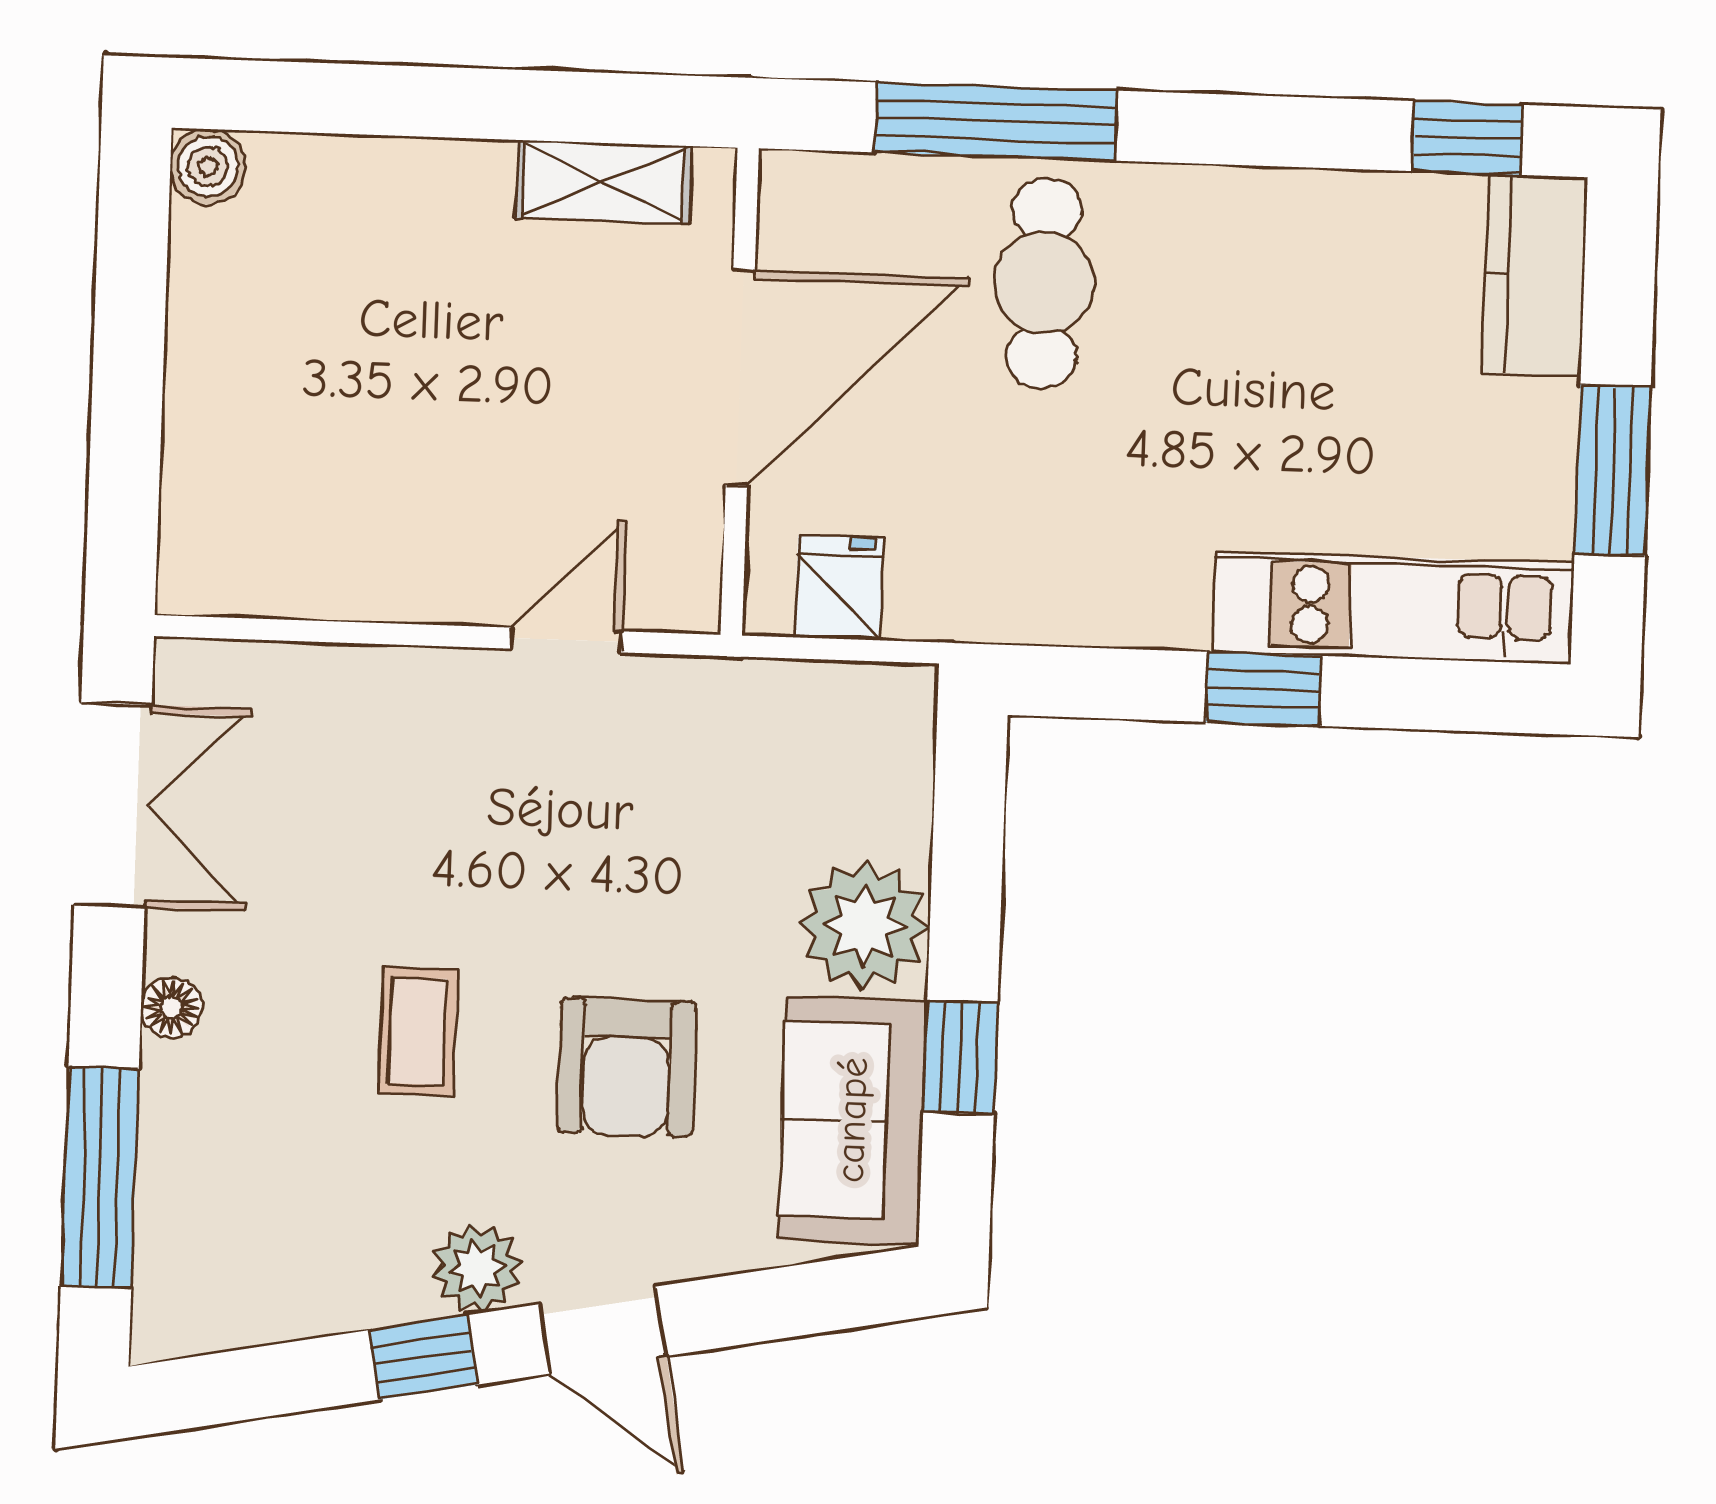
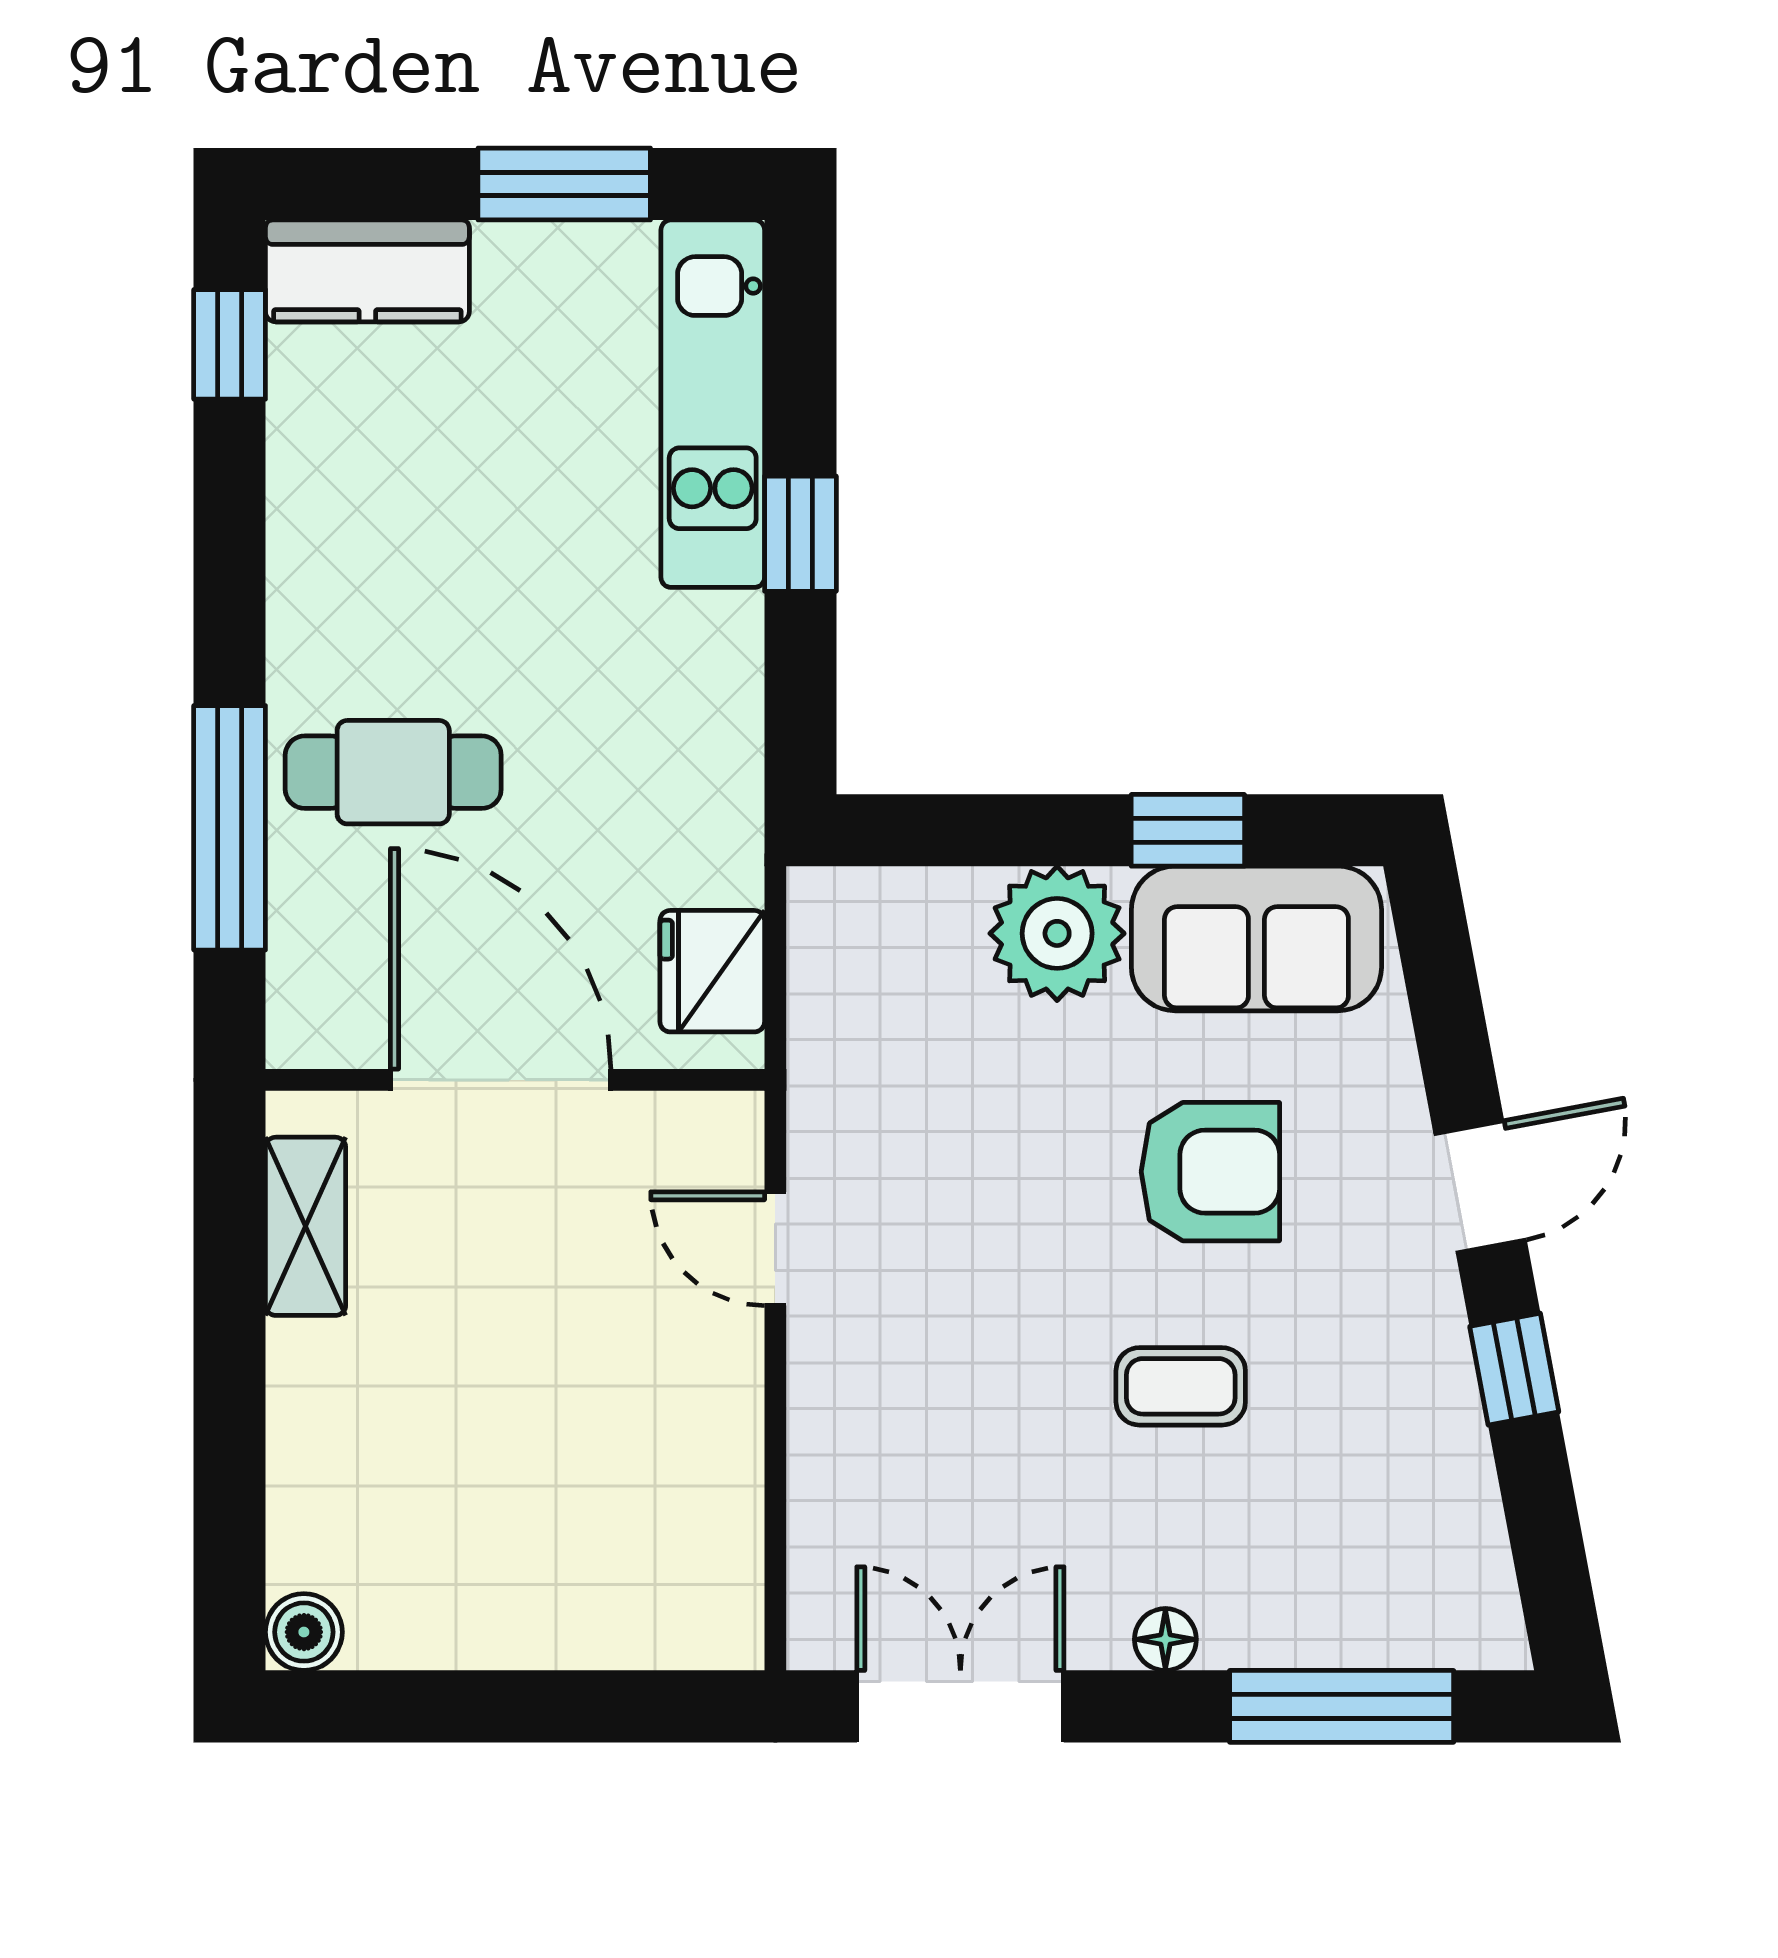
fridge: (839, 588) -> (712, 971), width x1.38
plant: (477, 1268) -> (1421, 1317), removed

